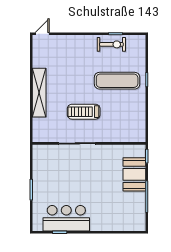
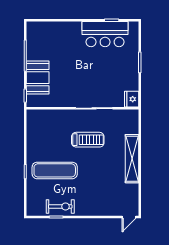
exercise bike: (111, 44) -> (60, 206), turned 180
fridge: (39, 153) -> (132, 99), added

